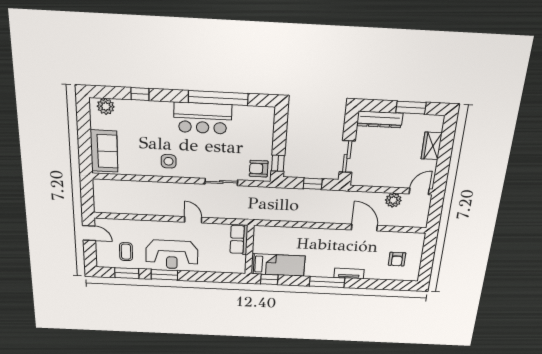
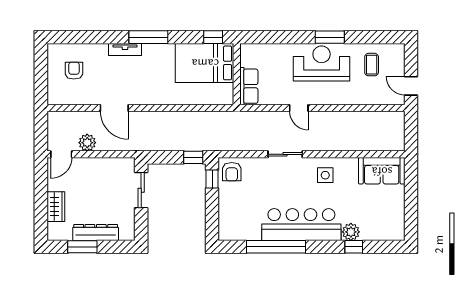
plant: (106, 106) -> (351, 232), moved
bar counter: (203, 118) -> (301, 225), width x1.36
dresser: (380, 119) -> (96, 233), moved
sofa: (104, 151) -> (382, 171), moved, turned -90
armchair: (259, 169) -> (232, 172), turned 90
sliding door: (221, 182) -> (285, 154), moved
window: (313, 184) -> (193, 157), moved
bed: (278, 265) -> (205, 63), width x1.50
window: (127, 273) -> (371, 37), removed

